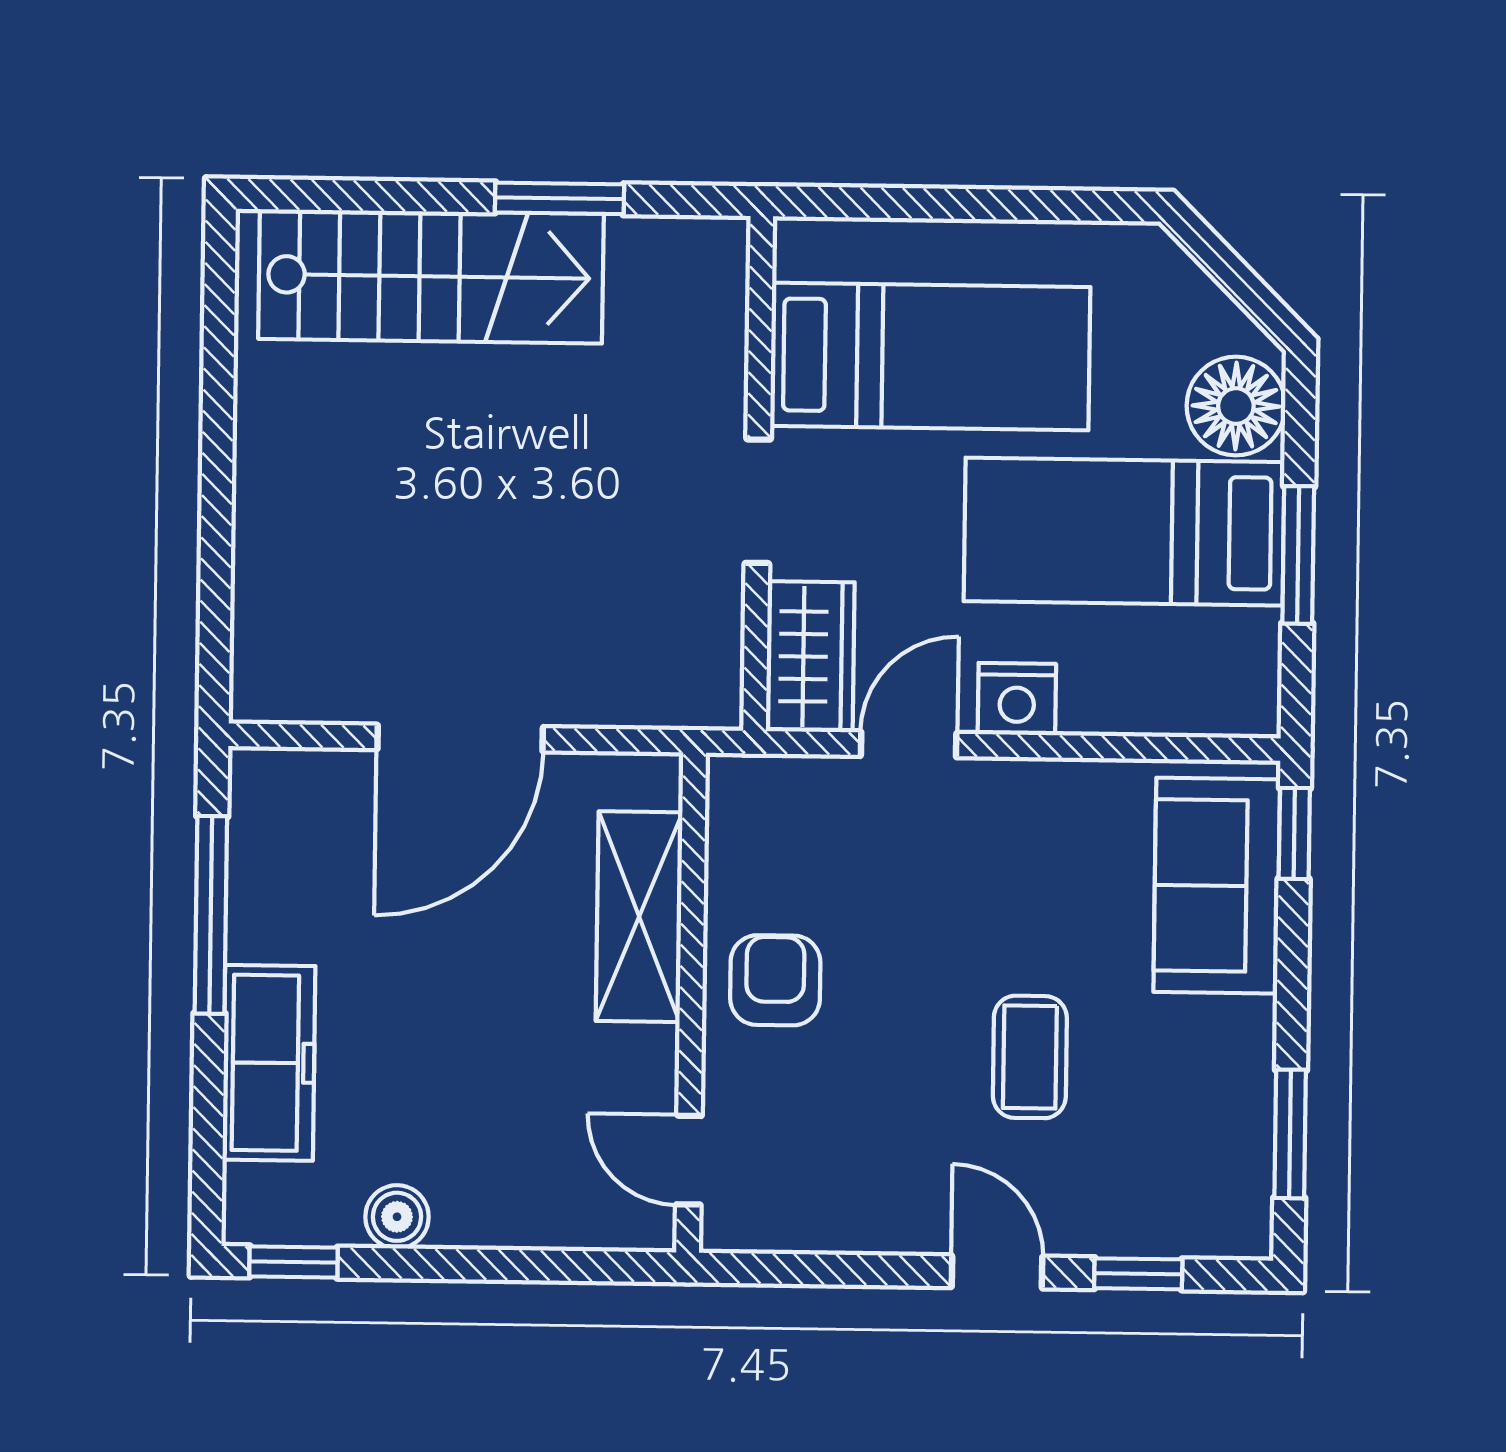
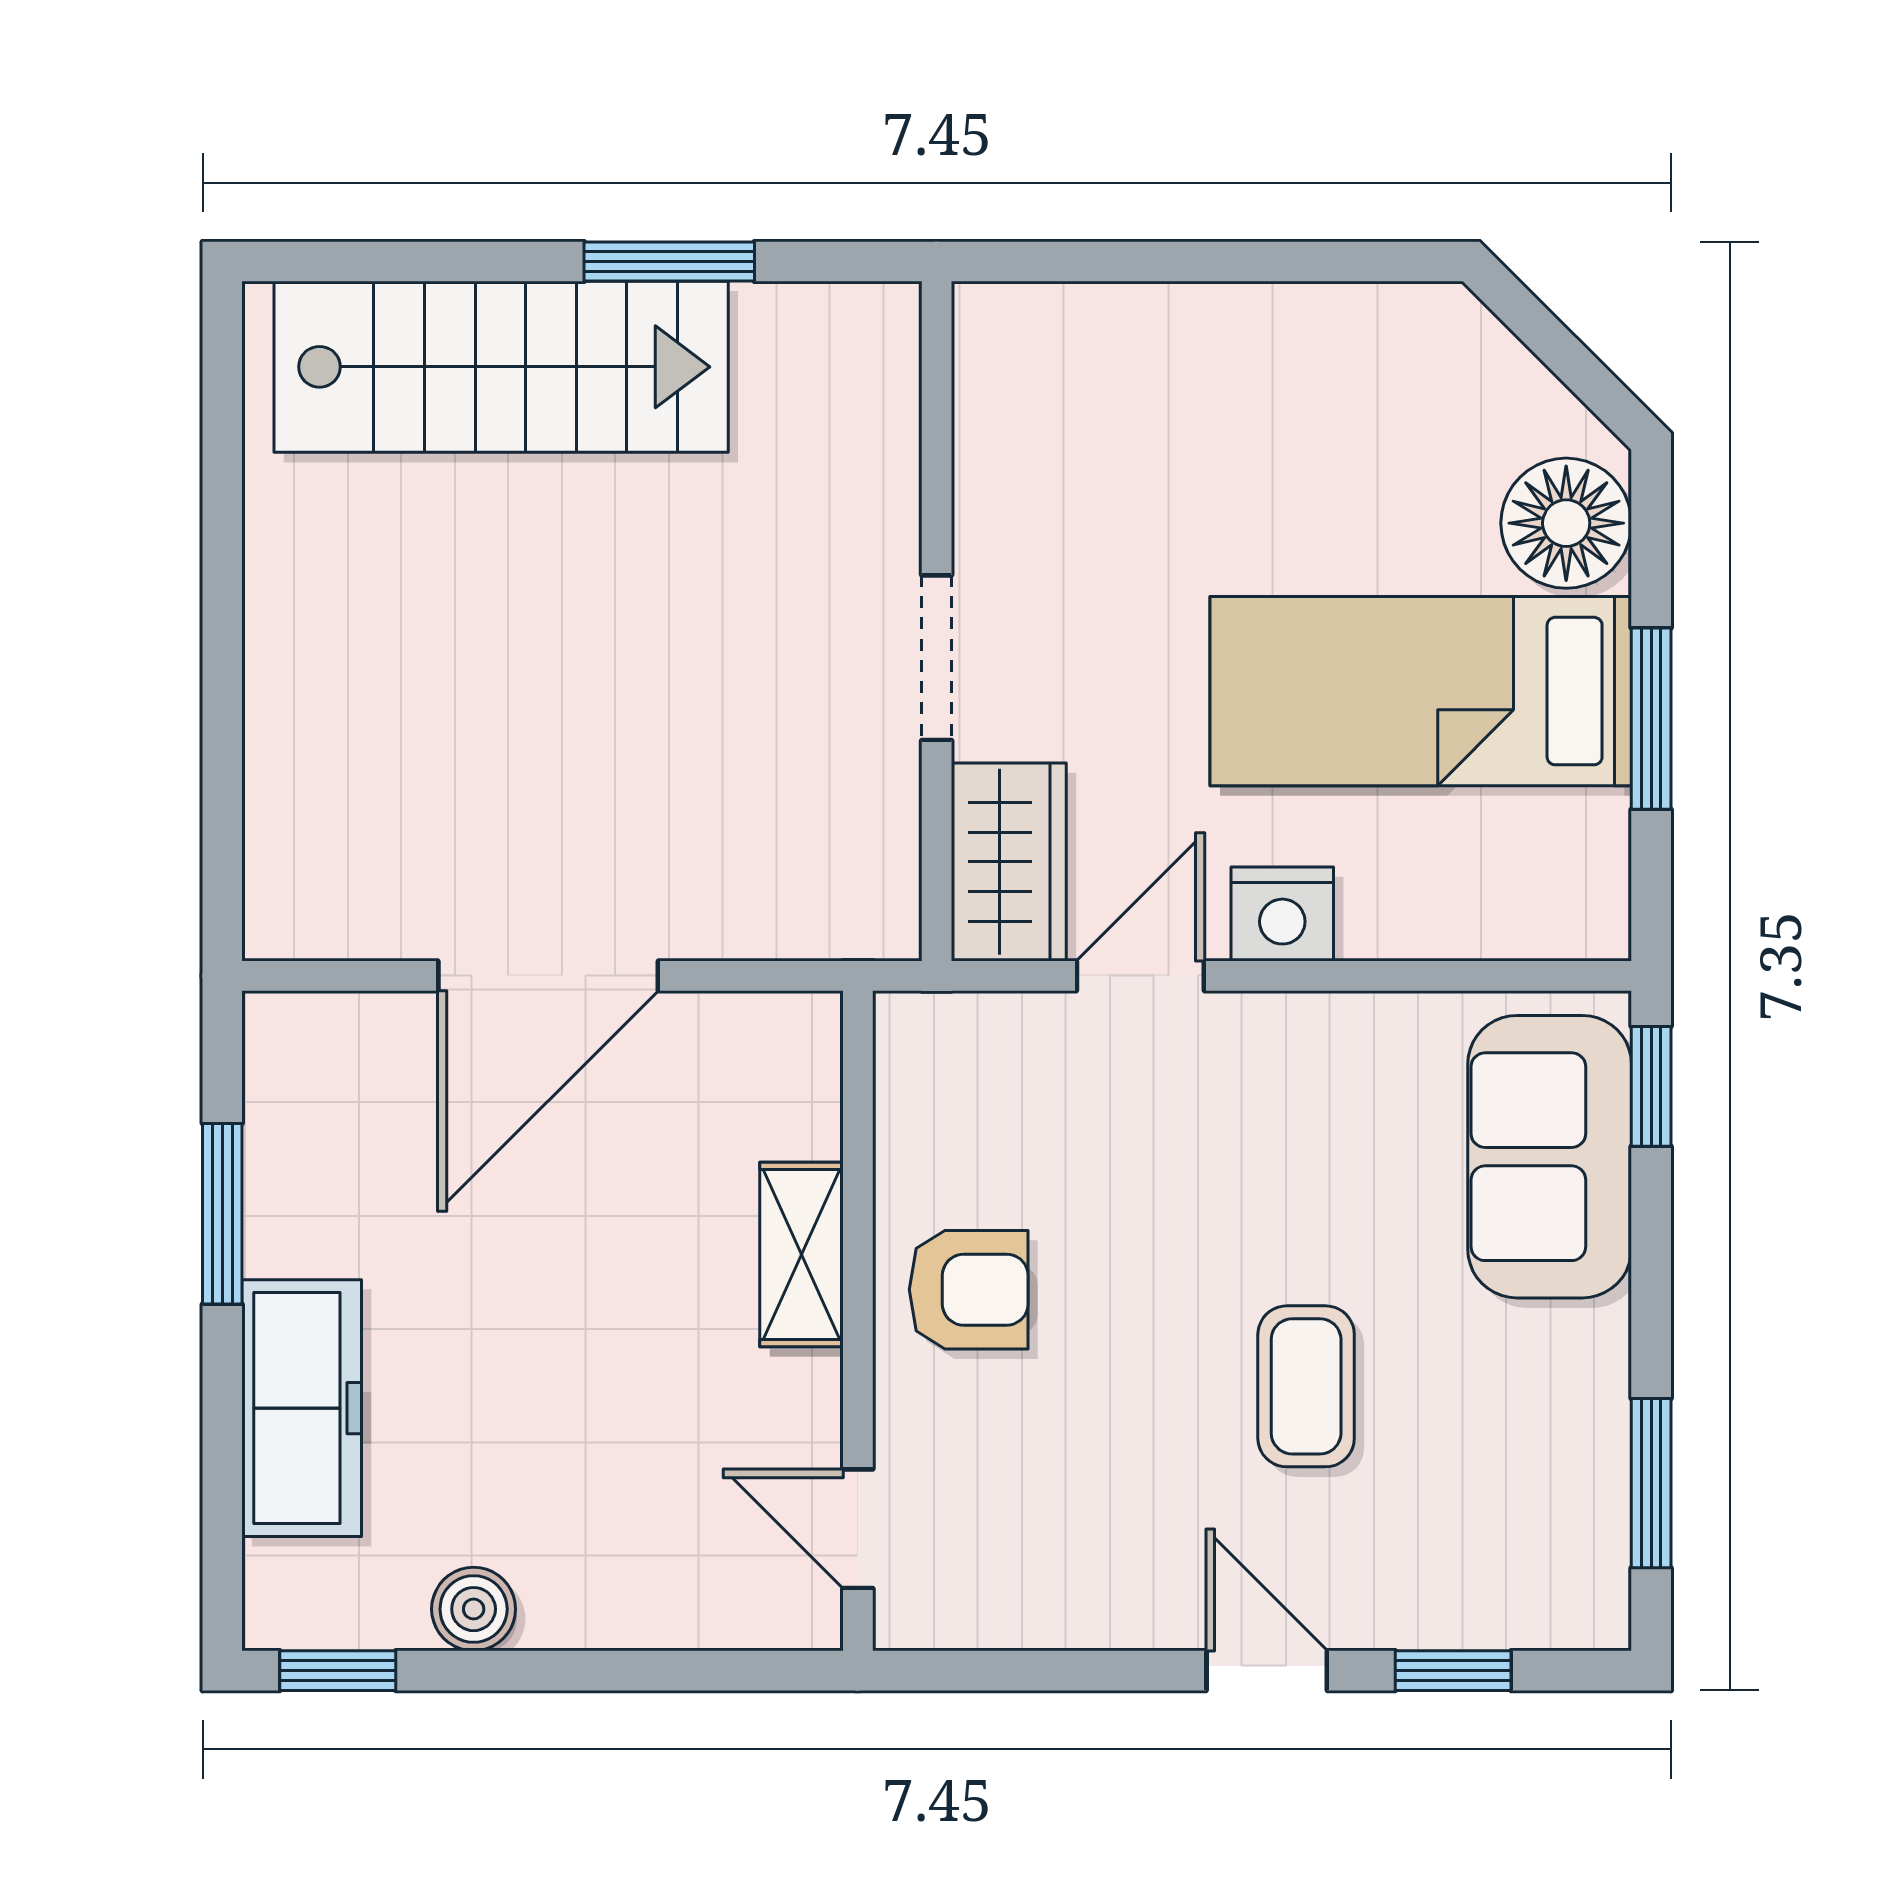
bed: (930, 356) -> (1162, 463), removed
window: (211, 915) -> (222, 1214), width x0.69
shelving: (639, 917) -> (802, 1254), width x0.67, depth x0.75
armchair: (775, 980) -> (969, 1290), turned 90

